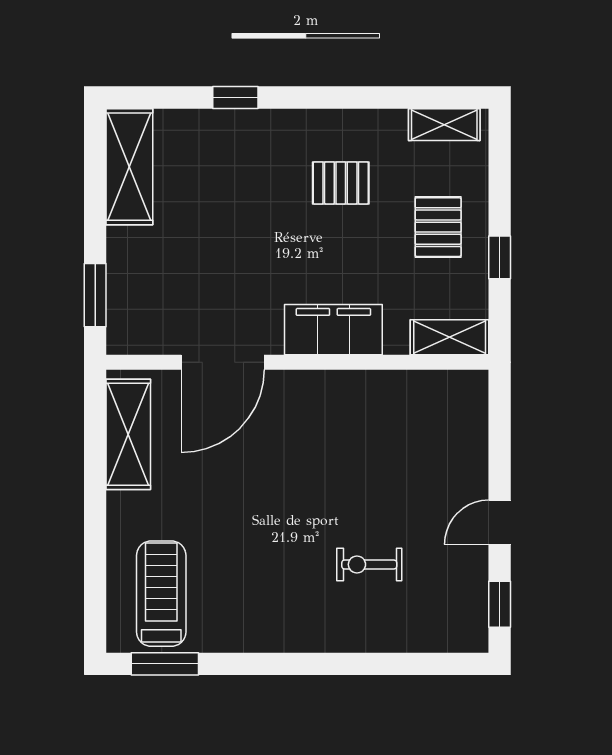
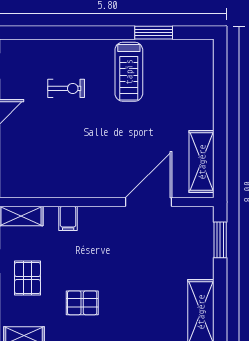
filing cabinet: (333, 330) -> (68, 218), width x0.33, depth x0.86
treadmill: (161, 594) -> (129, 72), moved
window: (165, 664) -> (154, 33), moved

